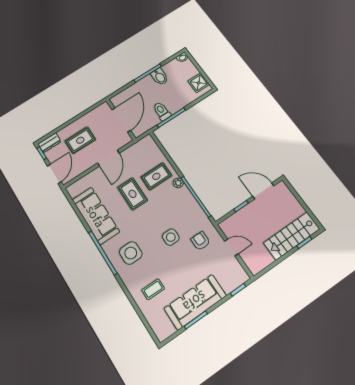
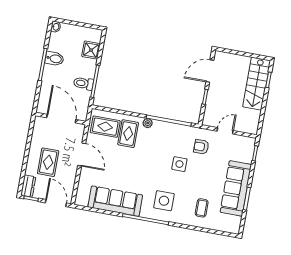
shower: (199, 83) -> (91, 50), moved
rug: (133, 194) -> (105, 127), moved

